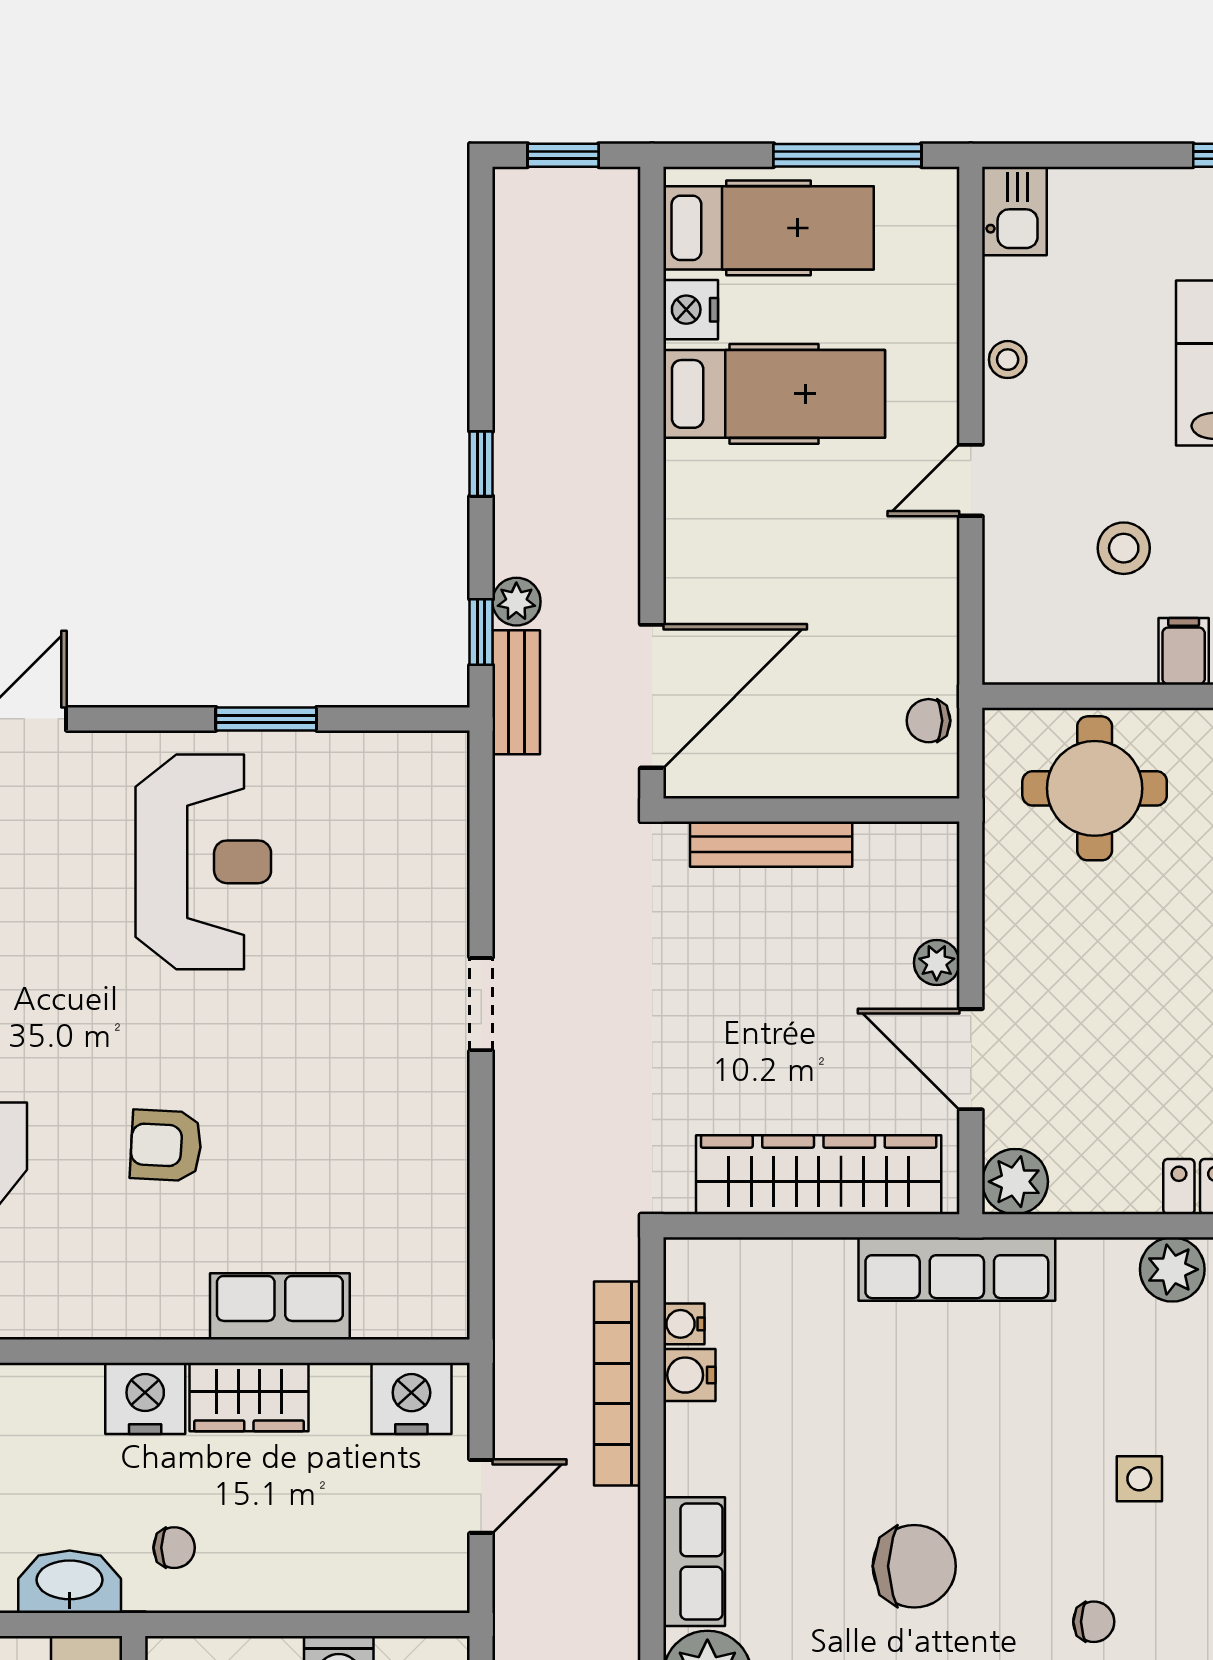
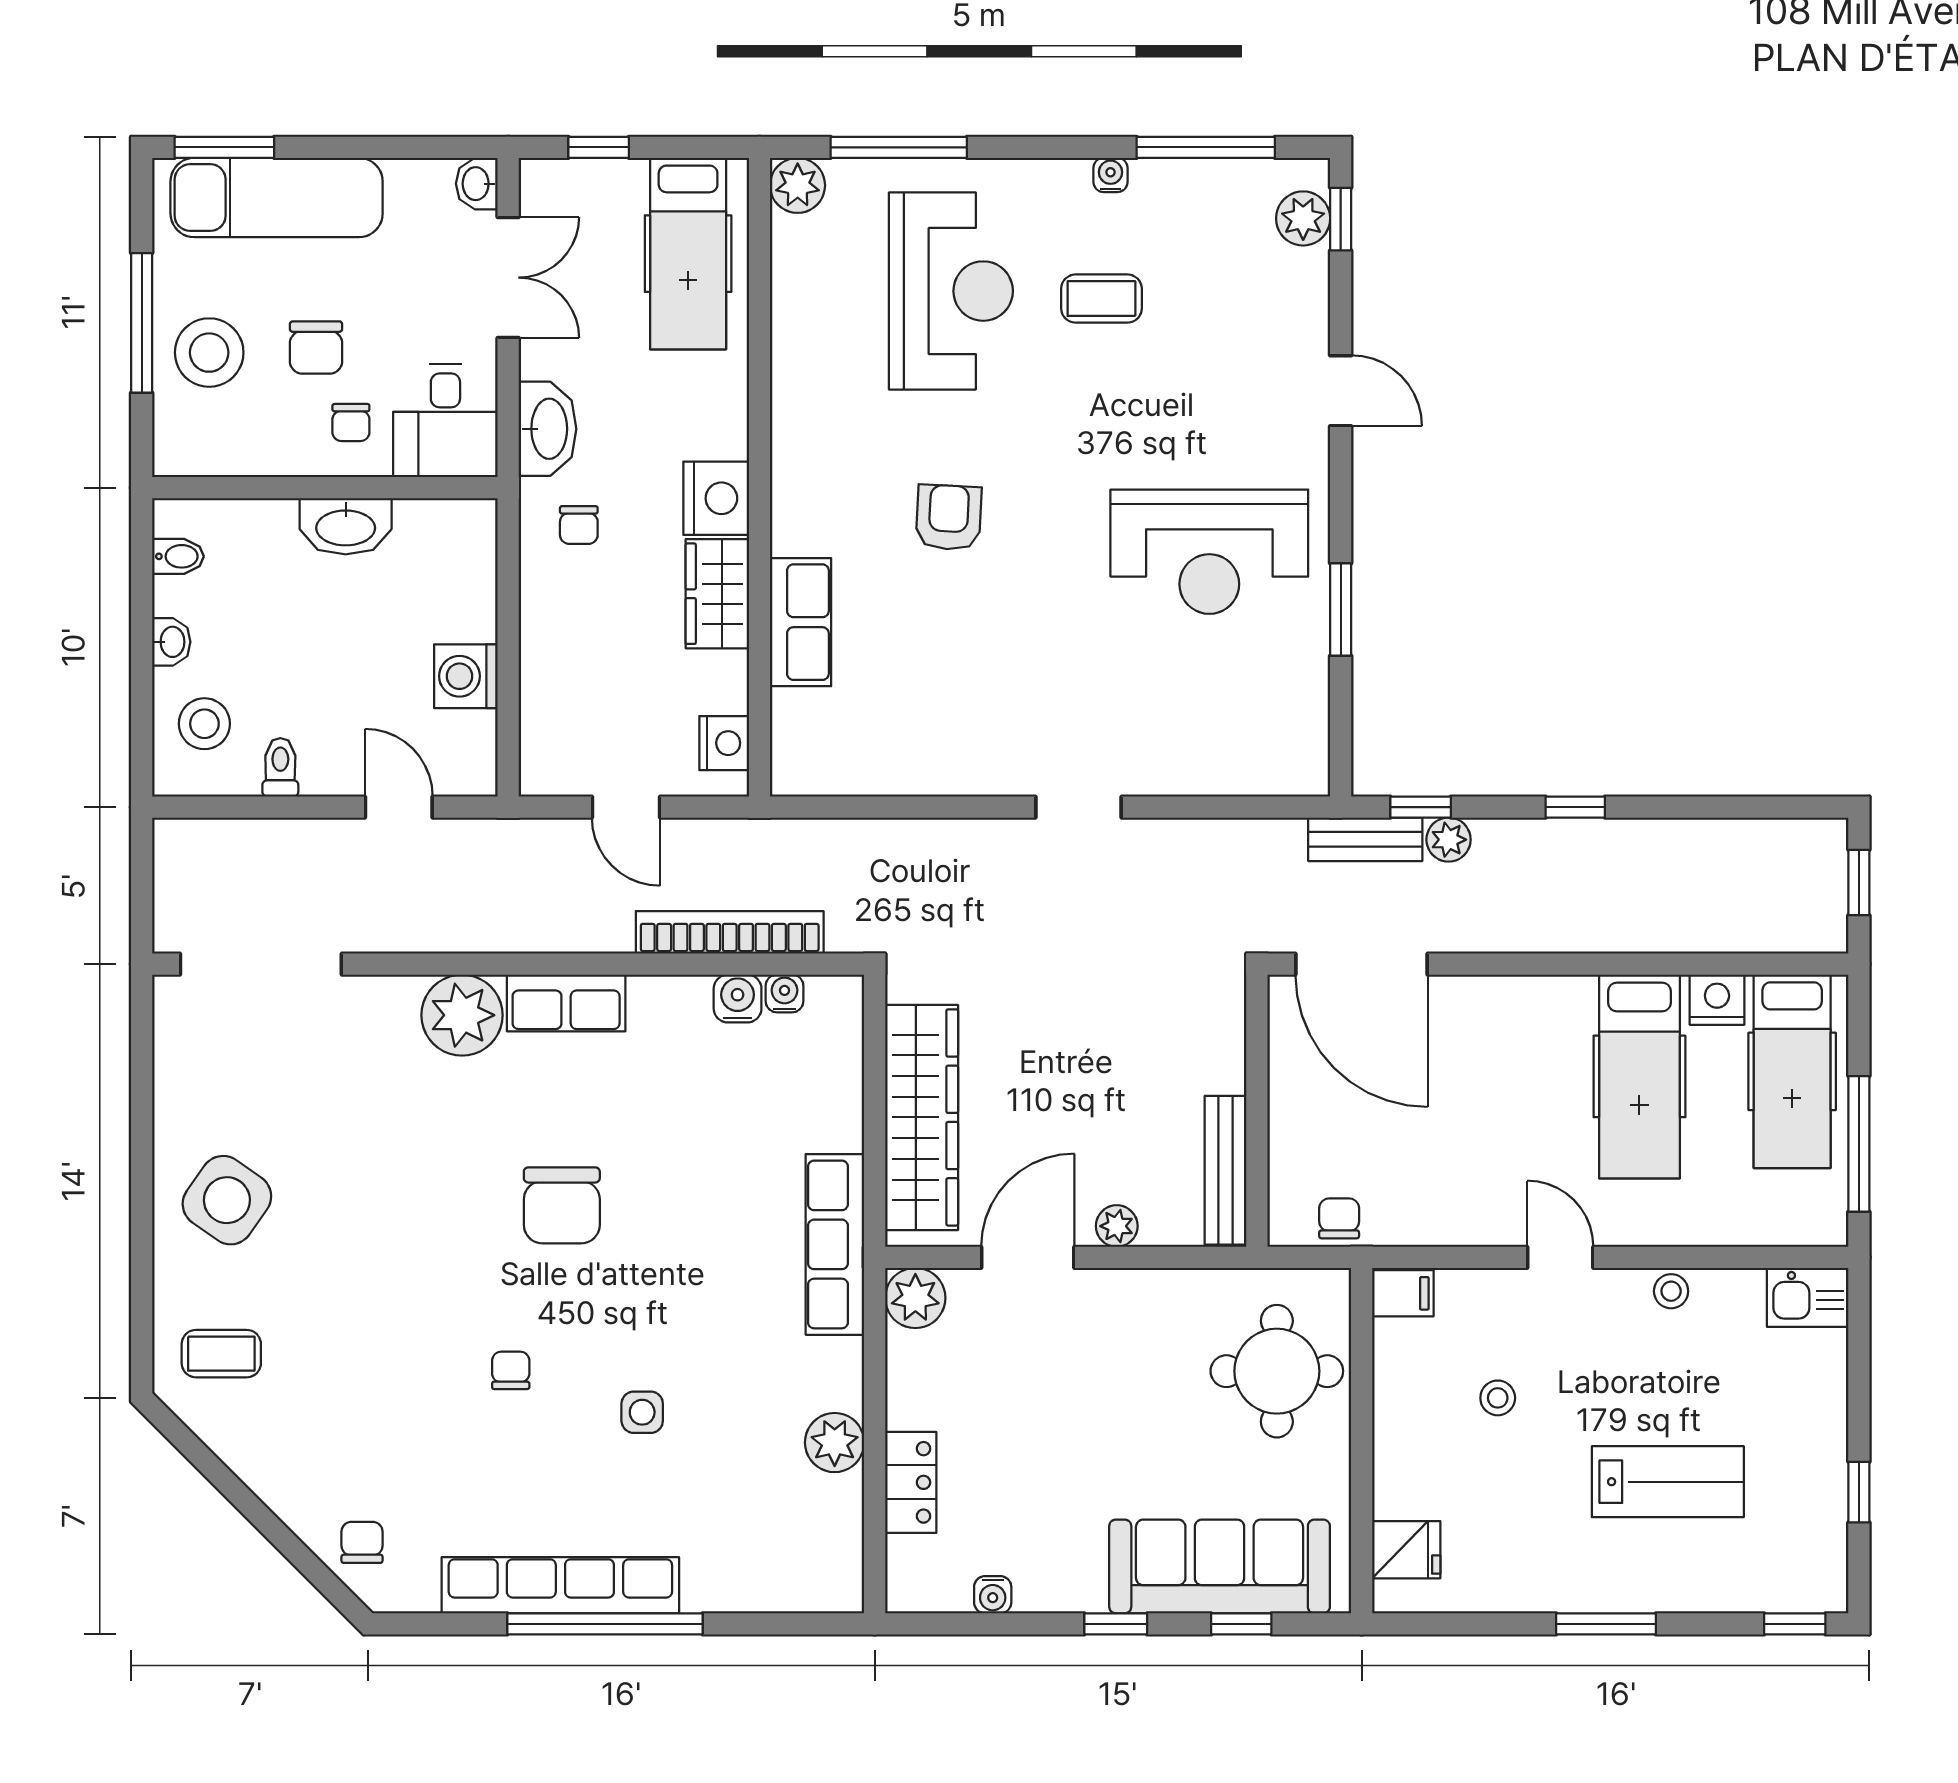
stool: (1124, 548) -> (1498, 1398), width x0.73, depth x0.73
filing cabinet: (1184, 651) -> (1403, 1293), moved
bench: (771, 844) -> (1226, 1170), moved
nightstand: (411, 1398) -> (724, 743), width x0.74, depth x0.75
chair: (1094, 1622) -> (511, 1370), turned 180

